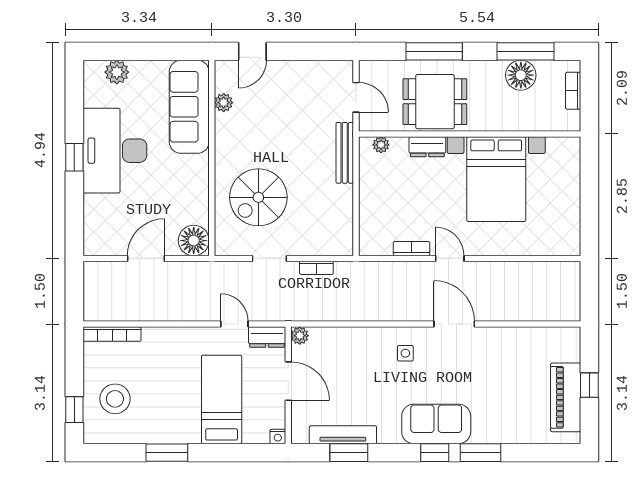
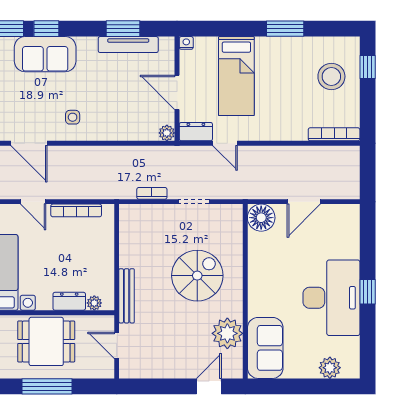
plant: (224, 103) -> (227, 333), width x1.88, depth x1.88
sofa: (189, 107) -> (265, 348), width x0.73
dresser: (427, 147) -> (69, 301), moved
spiral stairs: (258, 197) -> (197, 276), moved
bookcase: (411, 249) -> (76, 210), width x1.56

